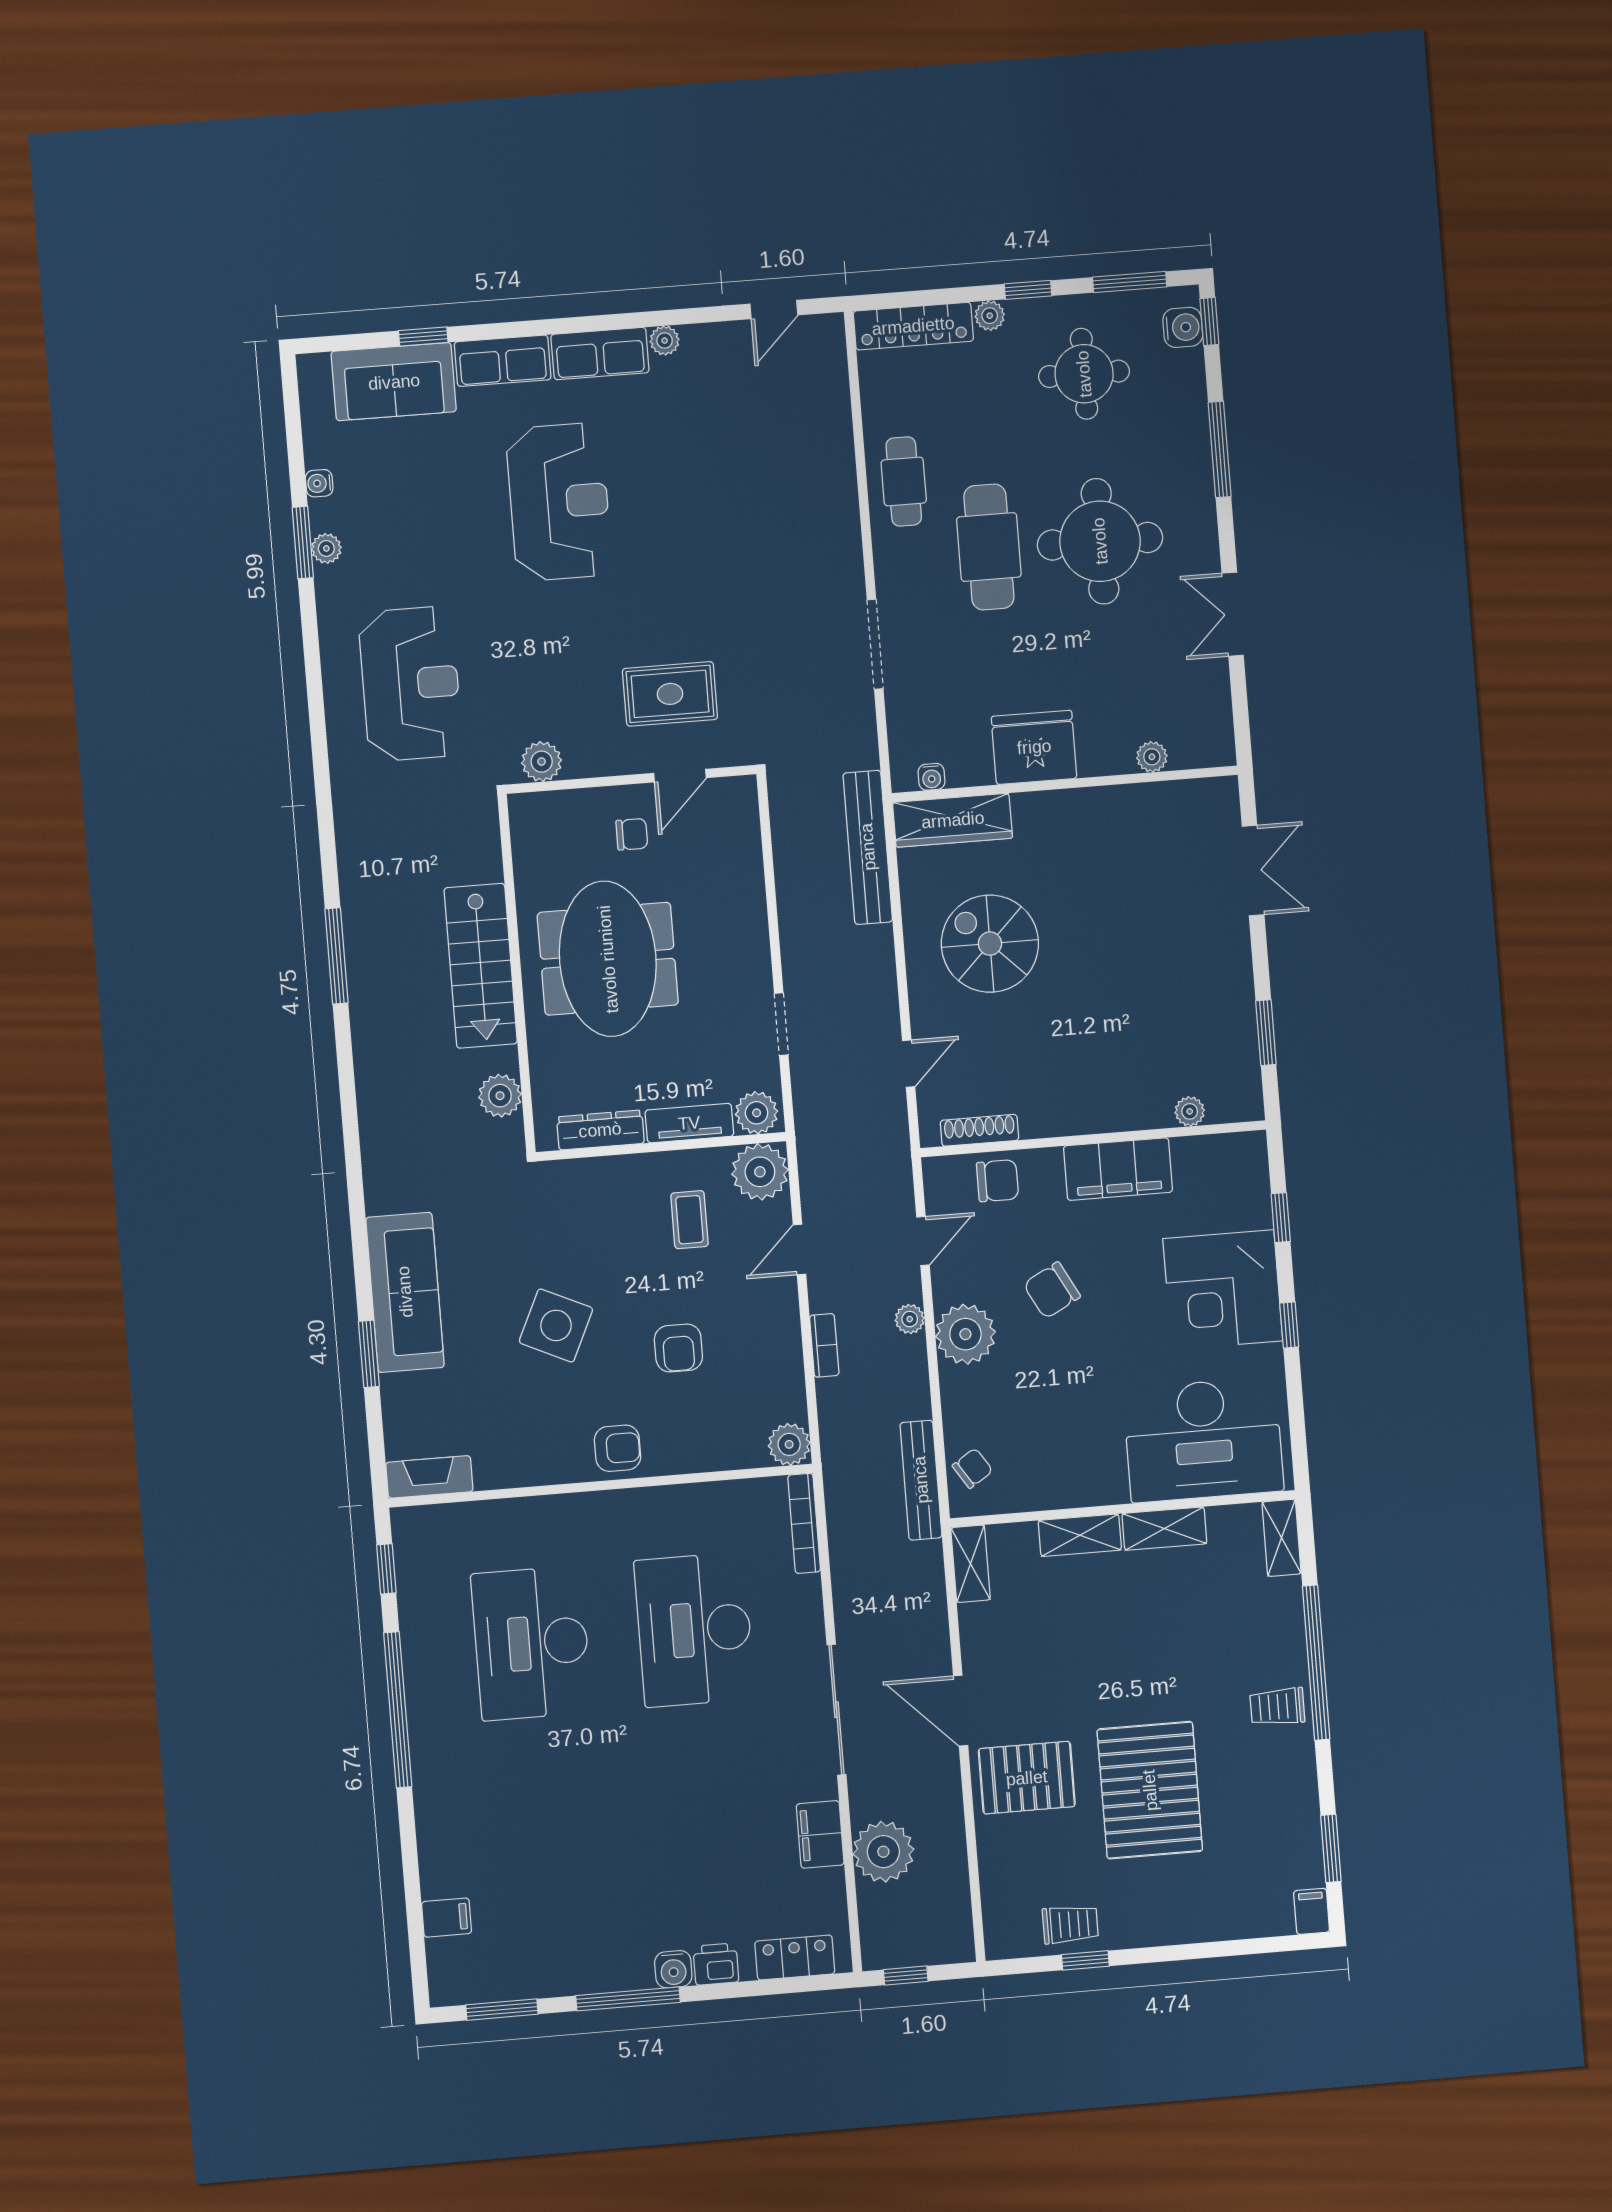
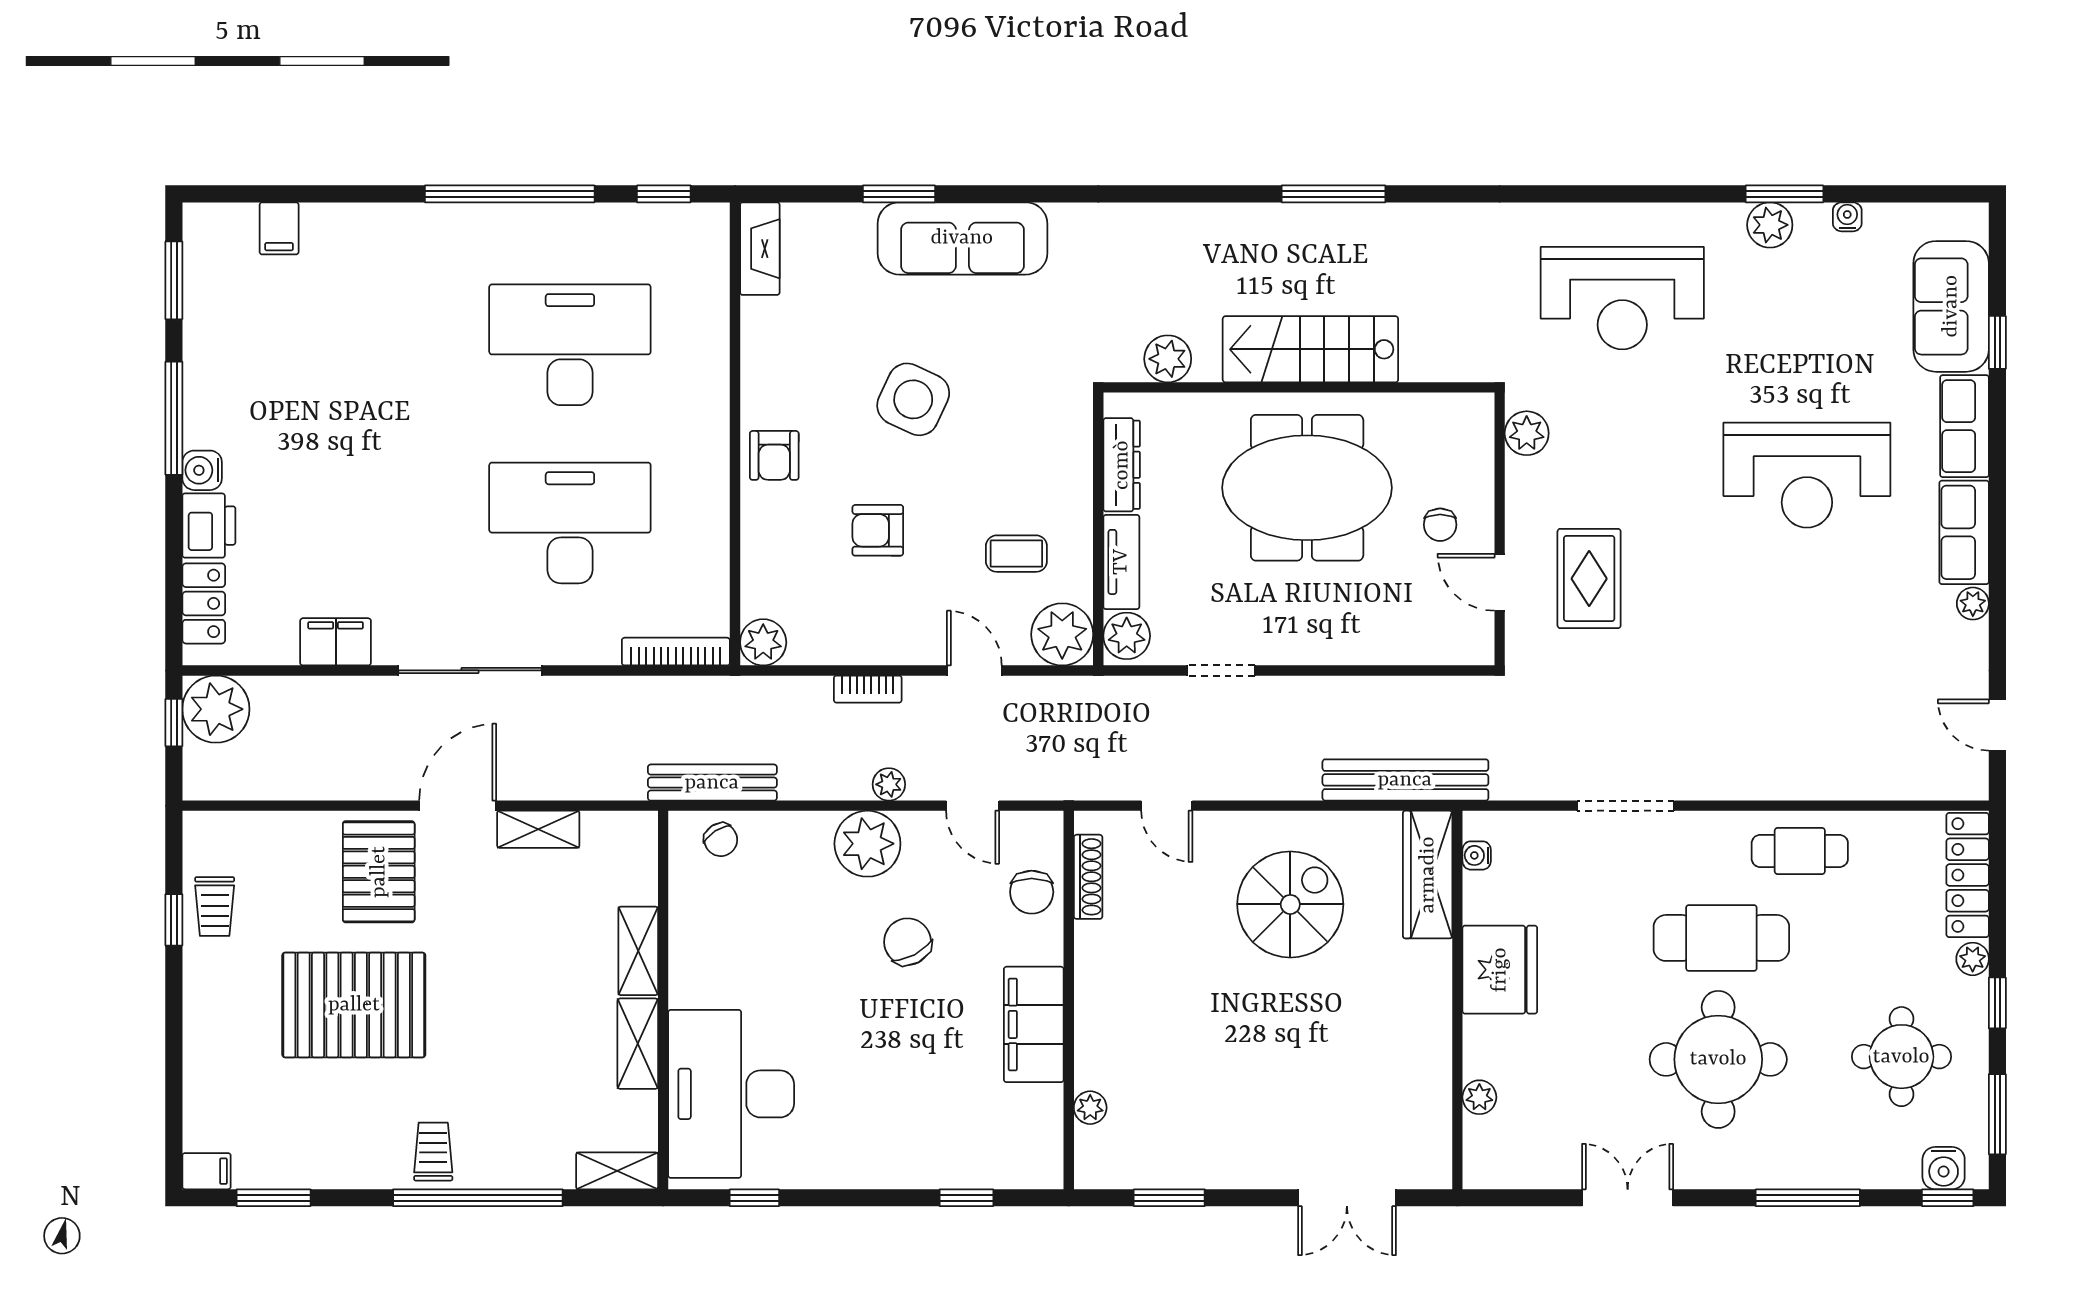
plant: (326, 548) -> (1770, 225), width x1.38, depth x1.38
corner desk: (1223, 1290) -> (893, 1128), removed
window: (1289, 1325) -> (754, 1198), moved
shelving: (971, 1564) -> (538, 829), moved
plant: (883, 1852) -> (216, 709), moved
printer: (716, 1964) -> (209, 526), width x1.36, depth x1.24

